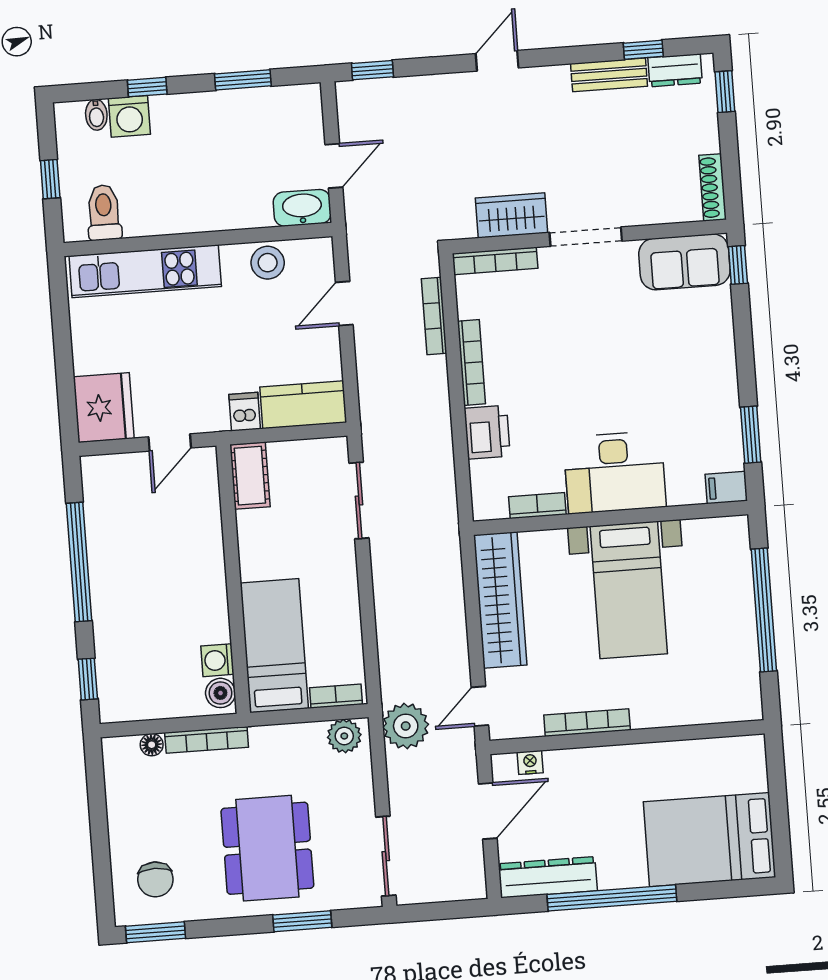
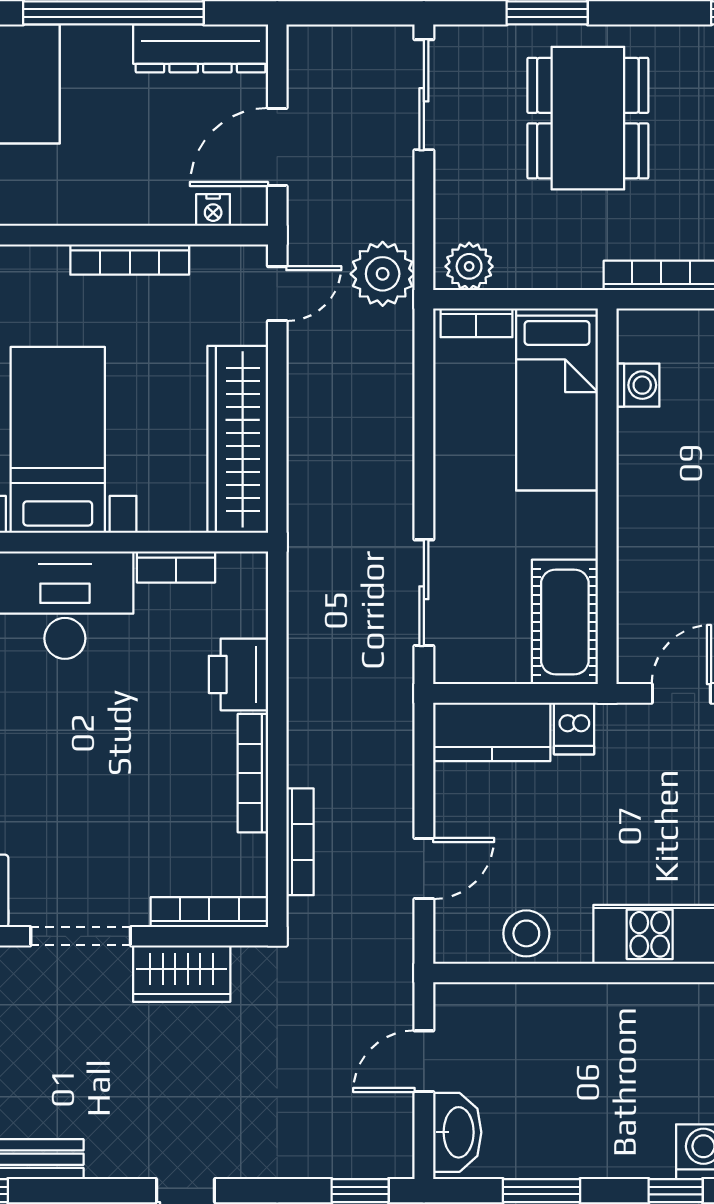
washbasin: (302, 208) -> (457, 1132), moved, turned -90
cot: (250, 476) -> (565, 622), width x1.37, depth x1.34
boiler: (220, 693) -> (637, 339), removed

